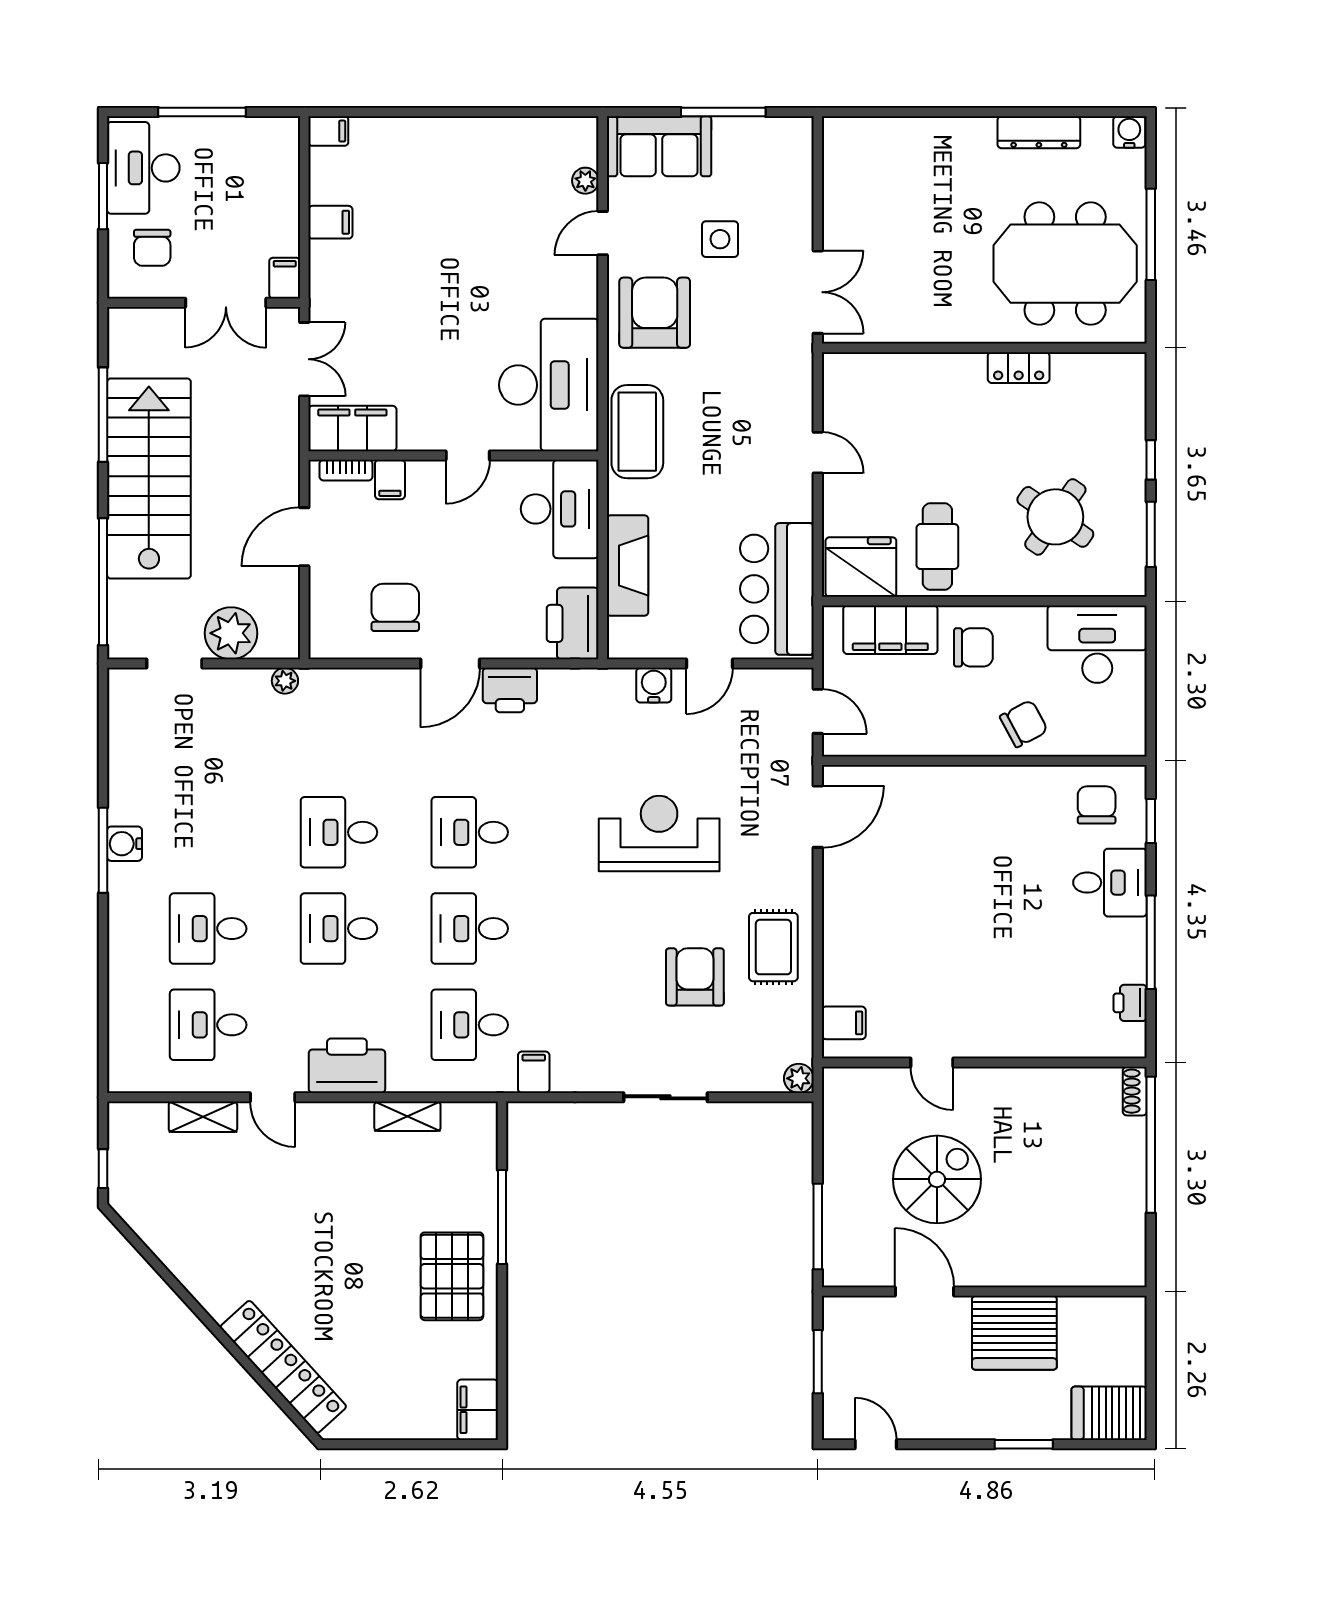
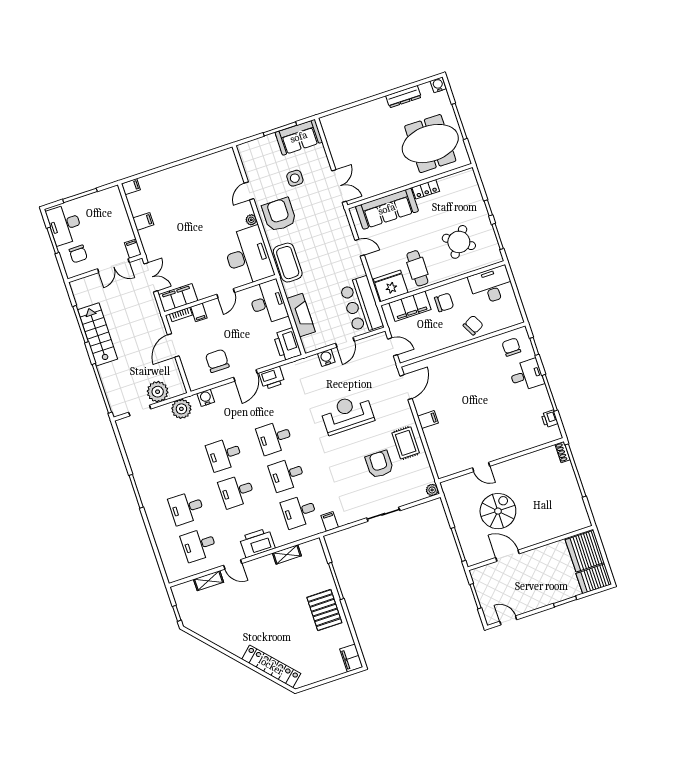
sofa: (659, 146) -> (299, 137), moved
plant: (585, 181) -> (251, 220), moved
sofa: (913, 383) -> (387, 209), added
stairs: (149, 479) -> (98, 334), width x0.73, depth x0.66
plant: (285, 681) -> (181, 409), width x1.88, depth x1.88
water cooler: (125, 844) -> (206, 398), moved, turned 90
filing cabinet: (844, 1023) -> (428, 420), moved
server rack: (1014, 1333) -> (585, 551), moved, turned 90

